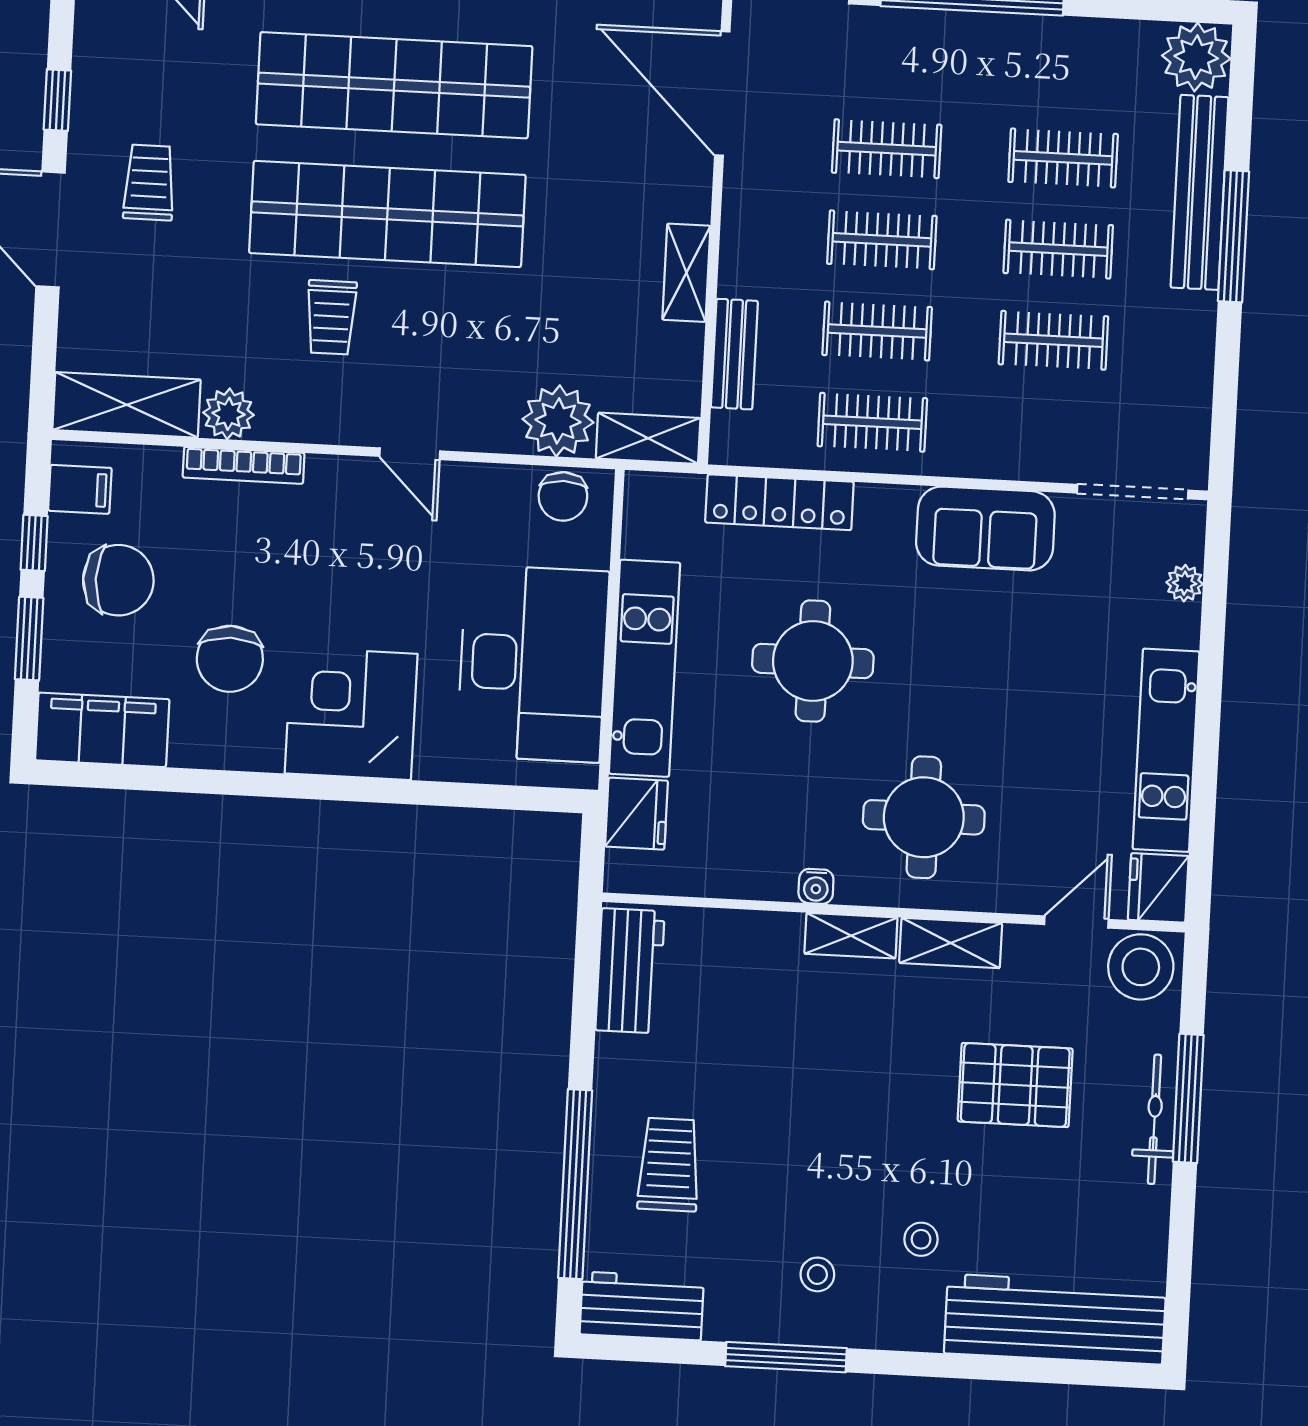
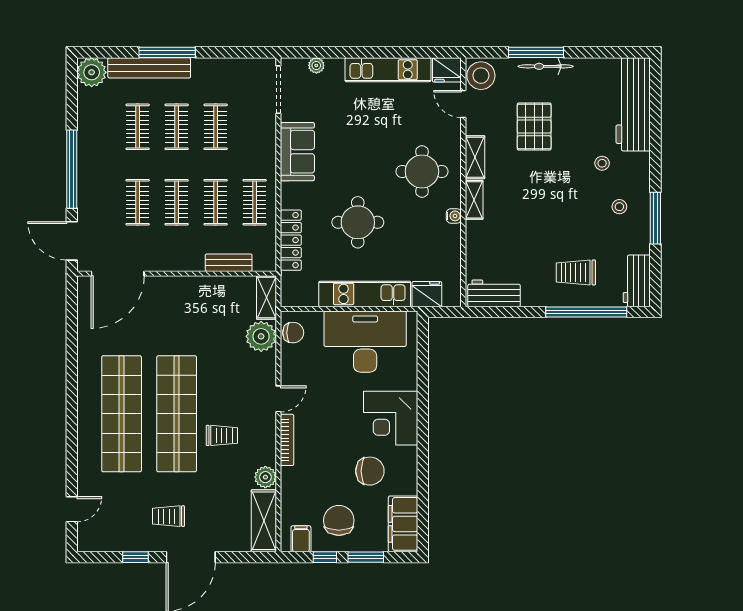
shelving: (686, 273) -> (195, 285), removed
bookcase: (244, 465) -> (287, 440), moved

